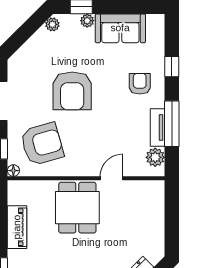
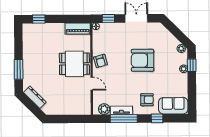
sofa: (120, 28) -> (173, 106), moved, turned 90
armchair: (42, 144) -> (100, 61), moved, width x0.53, depth x0.53
piano: (17, 227) -> (78, 29), moved

